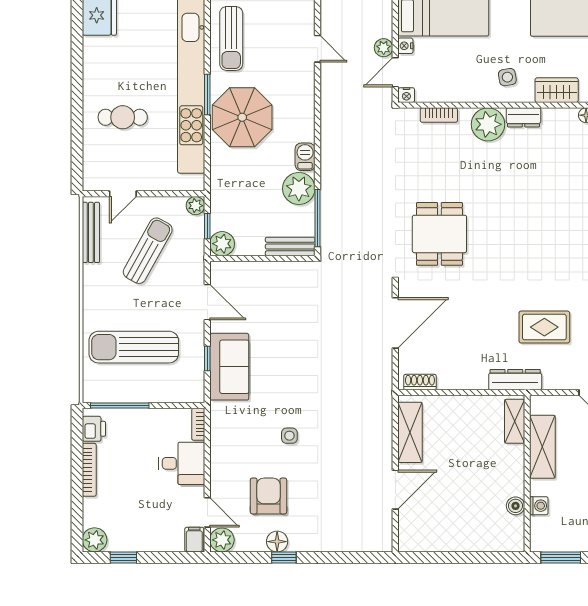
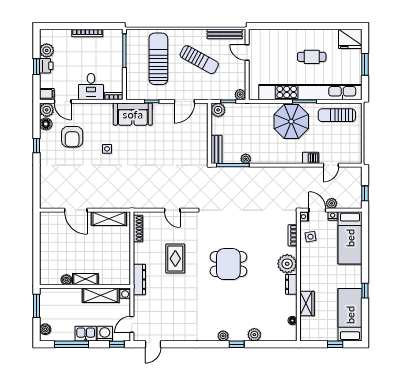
side table: (507, 77) -> (311, 237), moved
cafe table: (123, 117) -> (312, 57), moved, turned 90
barbecue: (305, 157) -> (311, 158), moved
plant: (299, 189) -> (246, 159), width x0.53, depth x0.53
dining table: (439, 234) -> (228, 264), moved
sun lounger: (148, 251) -> (199, 60), moved
door: (395, 323) -> (172, 210), width x0.53
rug: (544, 327) -> (175, 259), moved
sofa: (229, 367) -> (133, 114), moved
shoe rack: (420, 382) -> (138, 228), width x1.43
shelving: (515, 421) -> (85, 279), moved
printer: (94, 429) -> (46, 66), moved, turned -90
armchair: (268, 496) -> (72, 137), turned 90
washing machine: (539, 506) -> (125, 293), moved
door: (207, 512) -> (63, 101), hinge flipped
plant: (95, 540) -> (47, 50), moved
floor lamp: (277, 542) -> (46, 124), moved
window: (123, 557) -> (37, 67), moved

